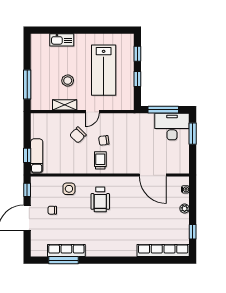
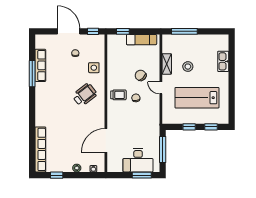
desk: (172, 127) -> (138, 160), moved, turned 90
exam couch: (37, 156) -> (142, 40), moved
wheelchair: (100, 199) -> (85, 95), turned 142
window: (64, 260) -> (32, 74), moved

